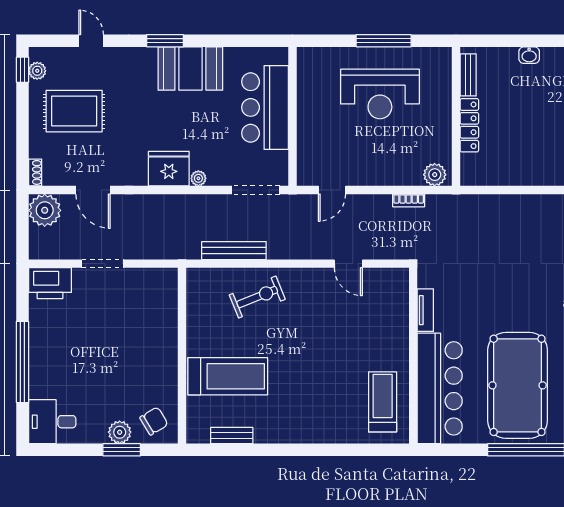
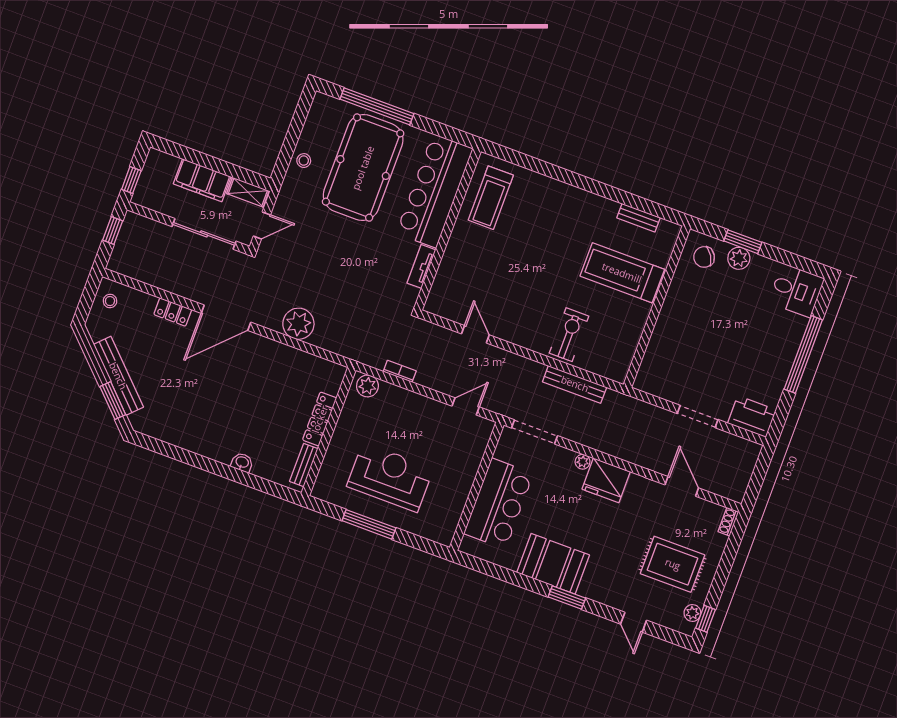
plant: (45, 210) -> (298, 324), moved
exercise bike: (257, 297) -> (569, 335), turned 112

